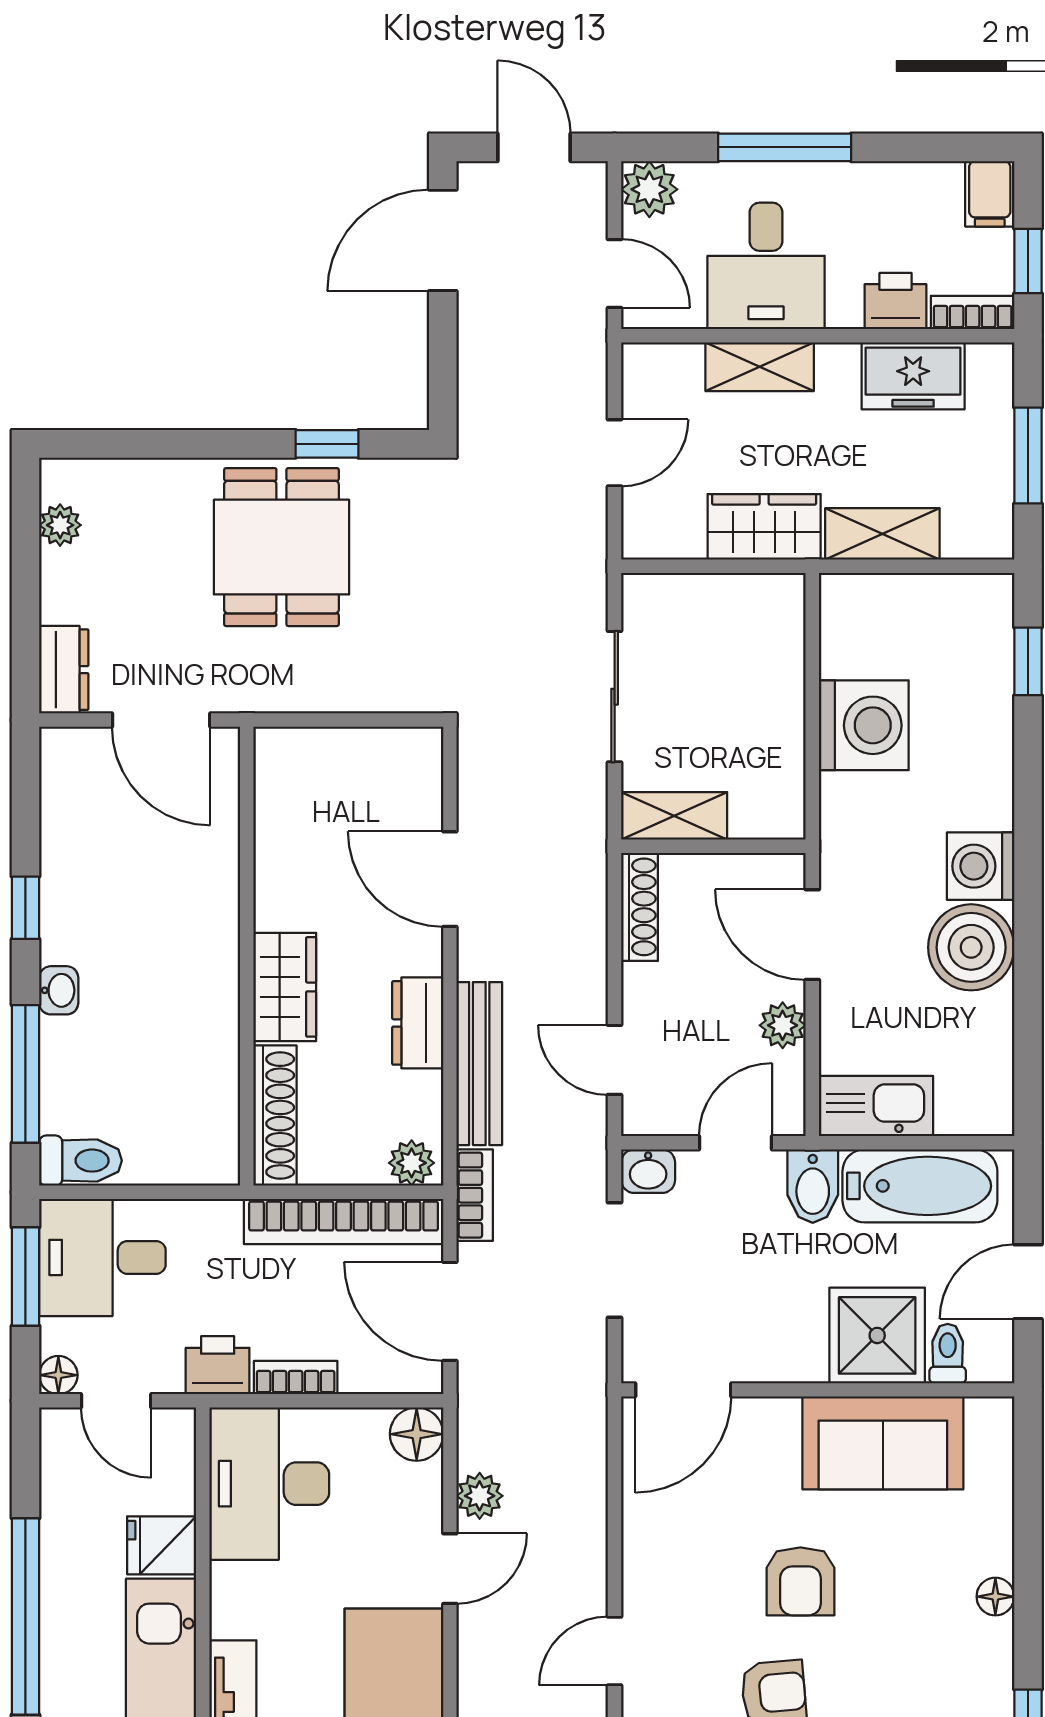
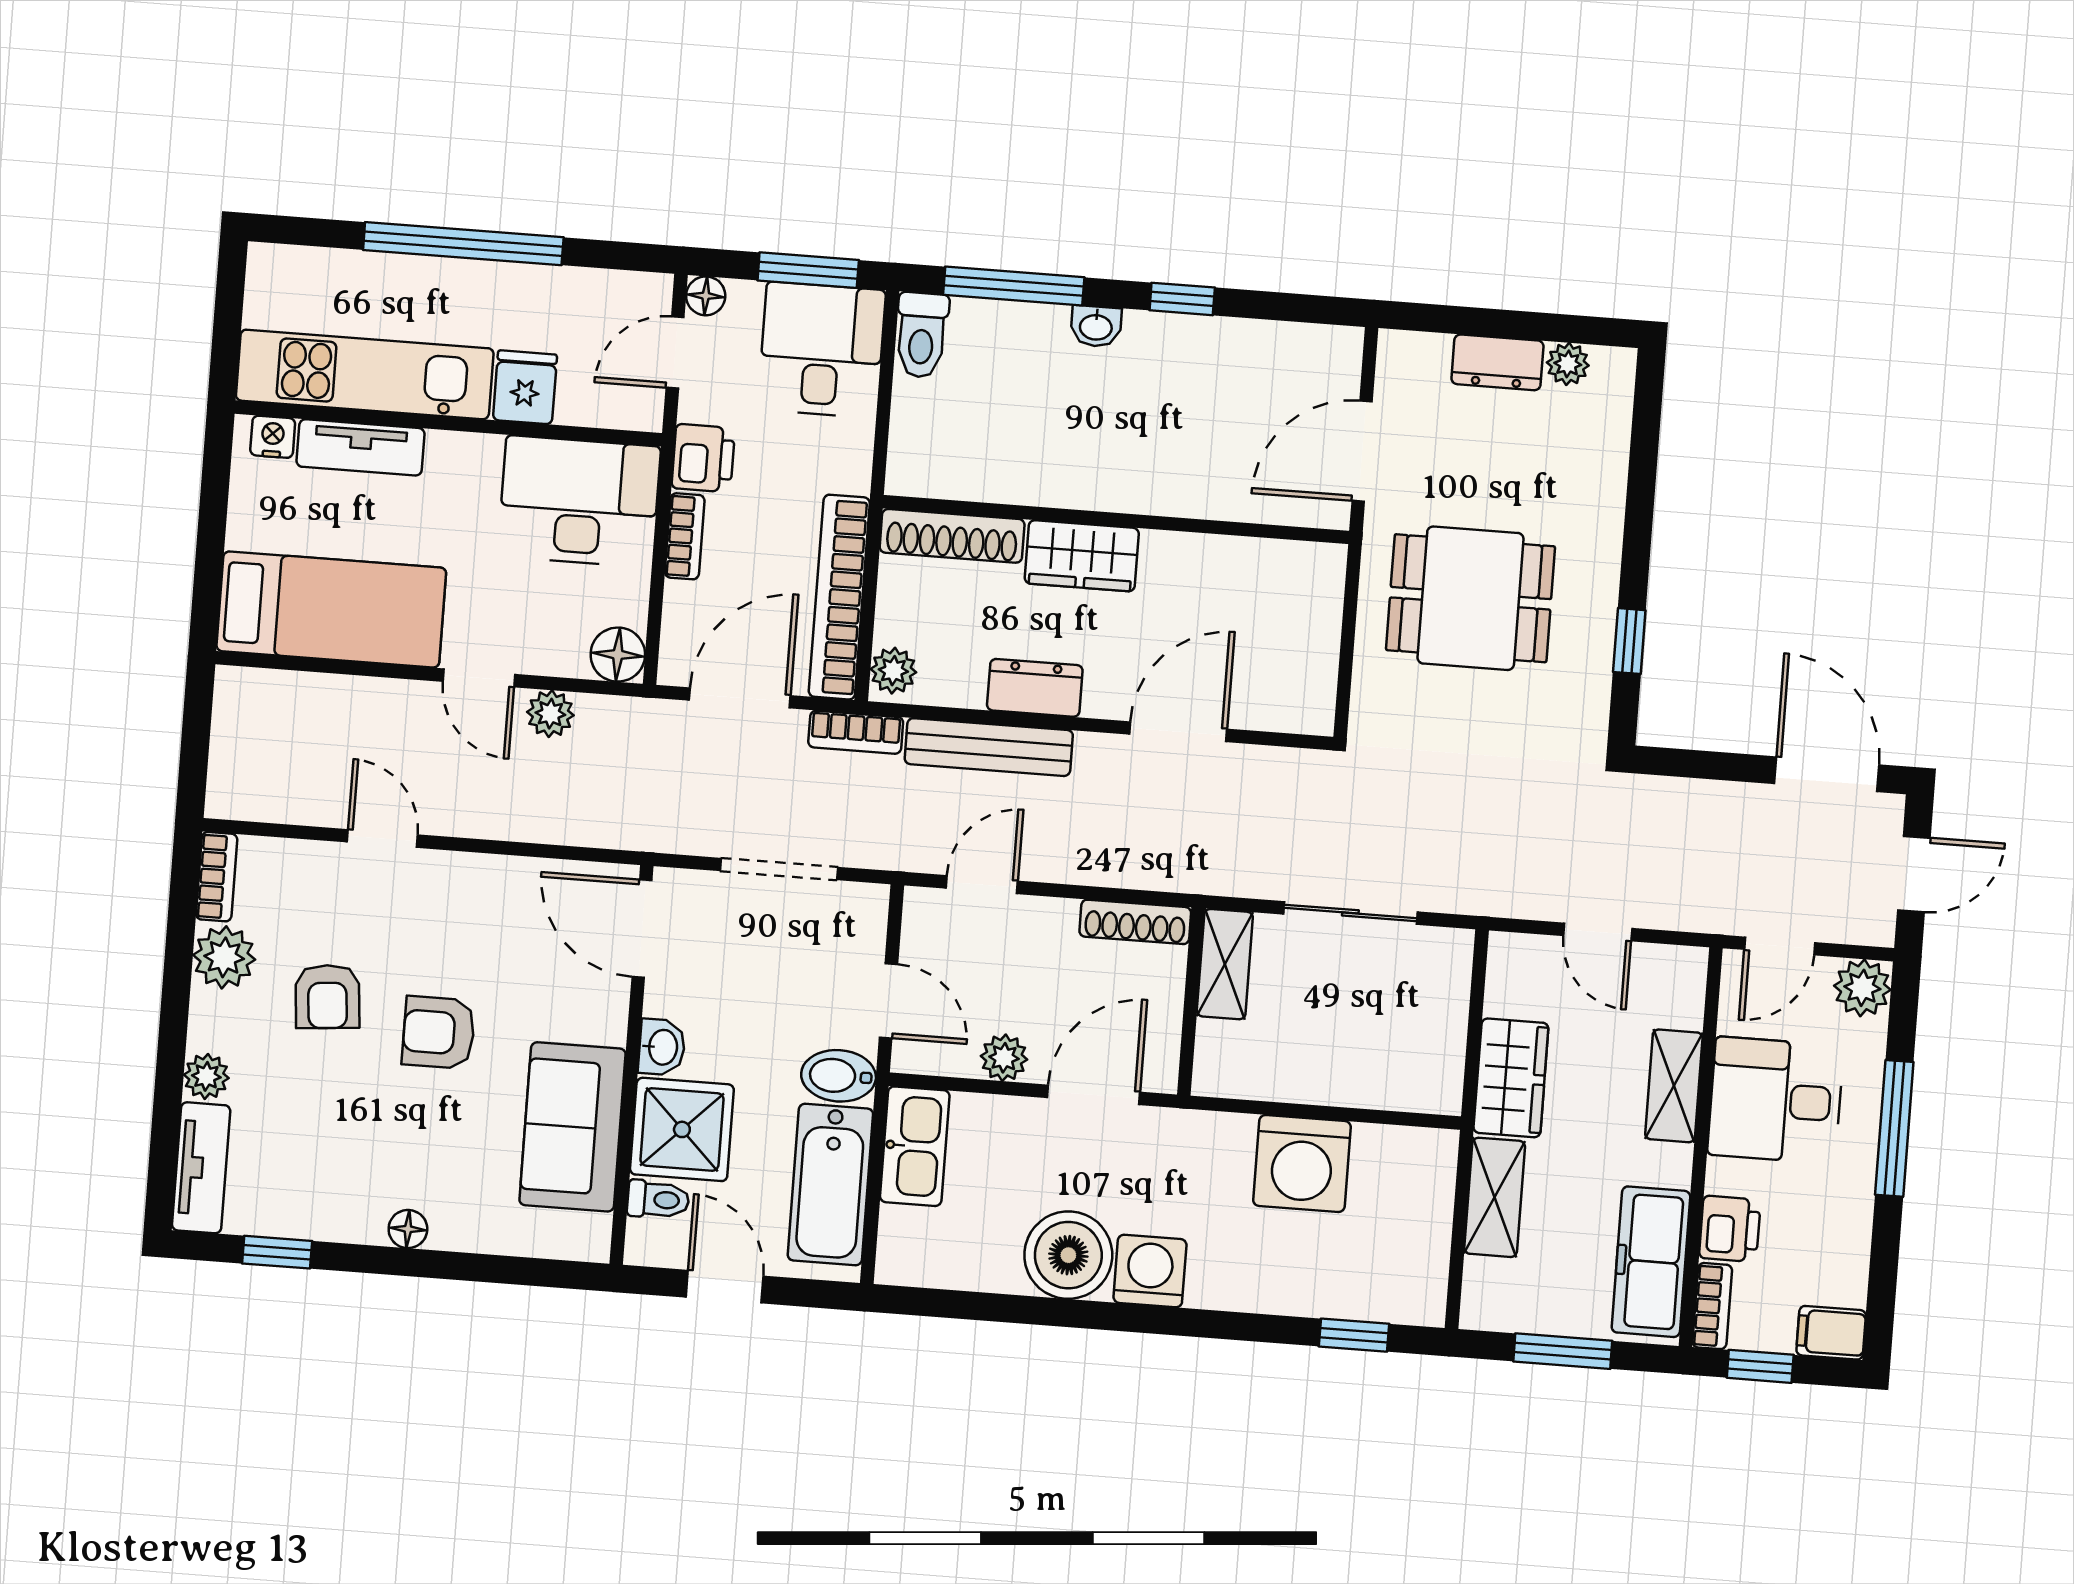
freezer: (913, 376) -> (1651, 1262), width x1.40
dining table: (281, 547) -> (1471, 598), moved
dresser: (64, 670) -> (1497, 362), moved
washbasin: (648, 1171) -> (662, 1047), moved, turned 180

